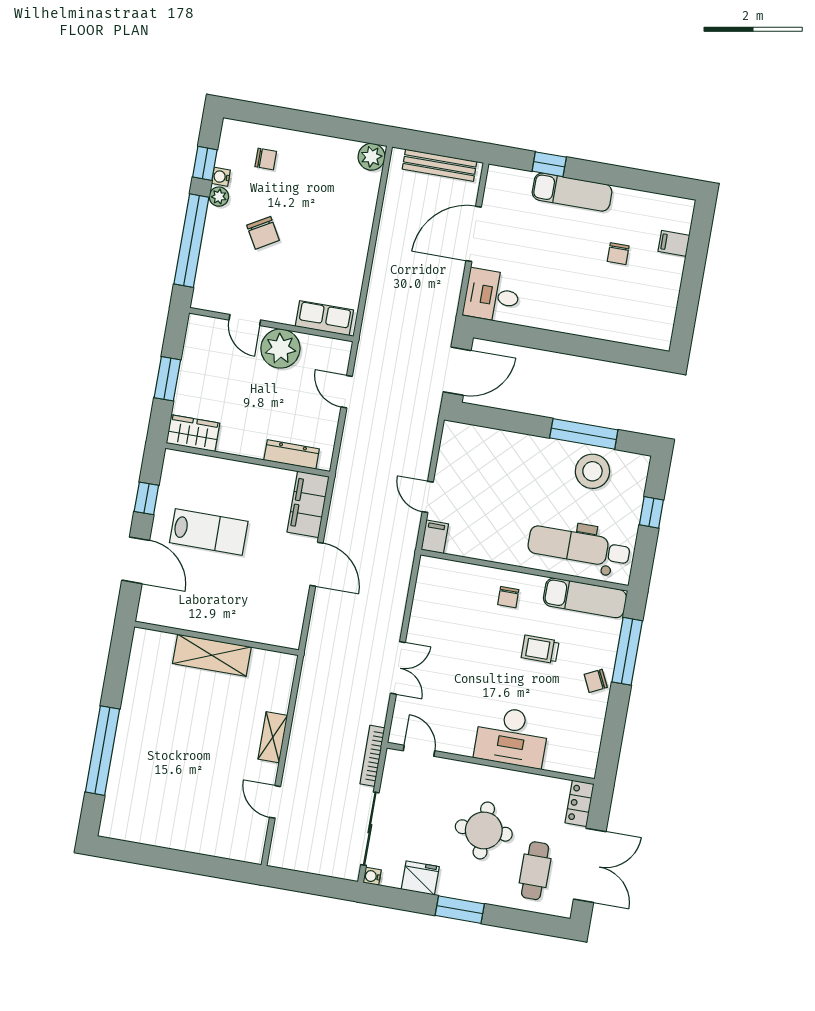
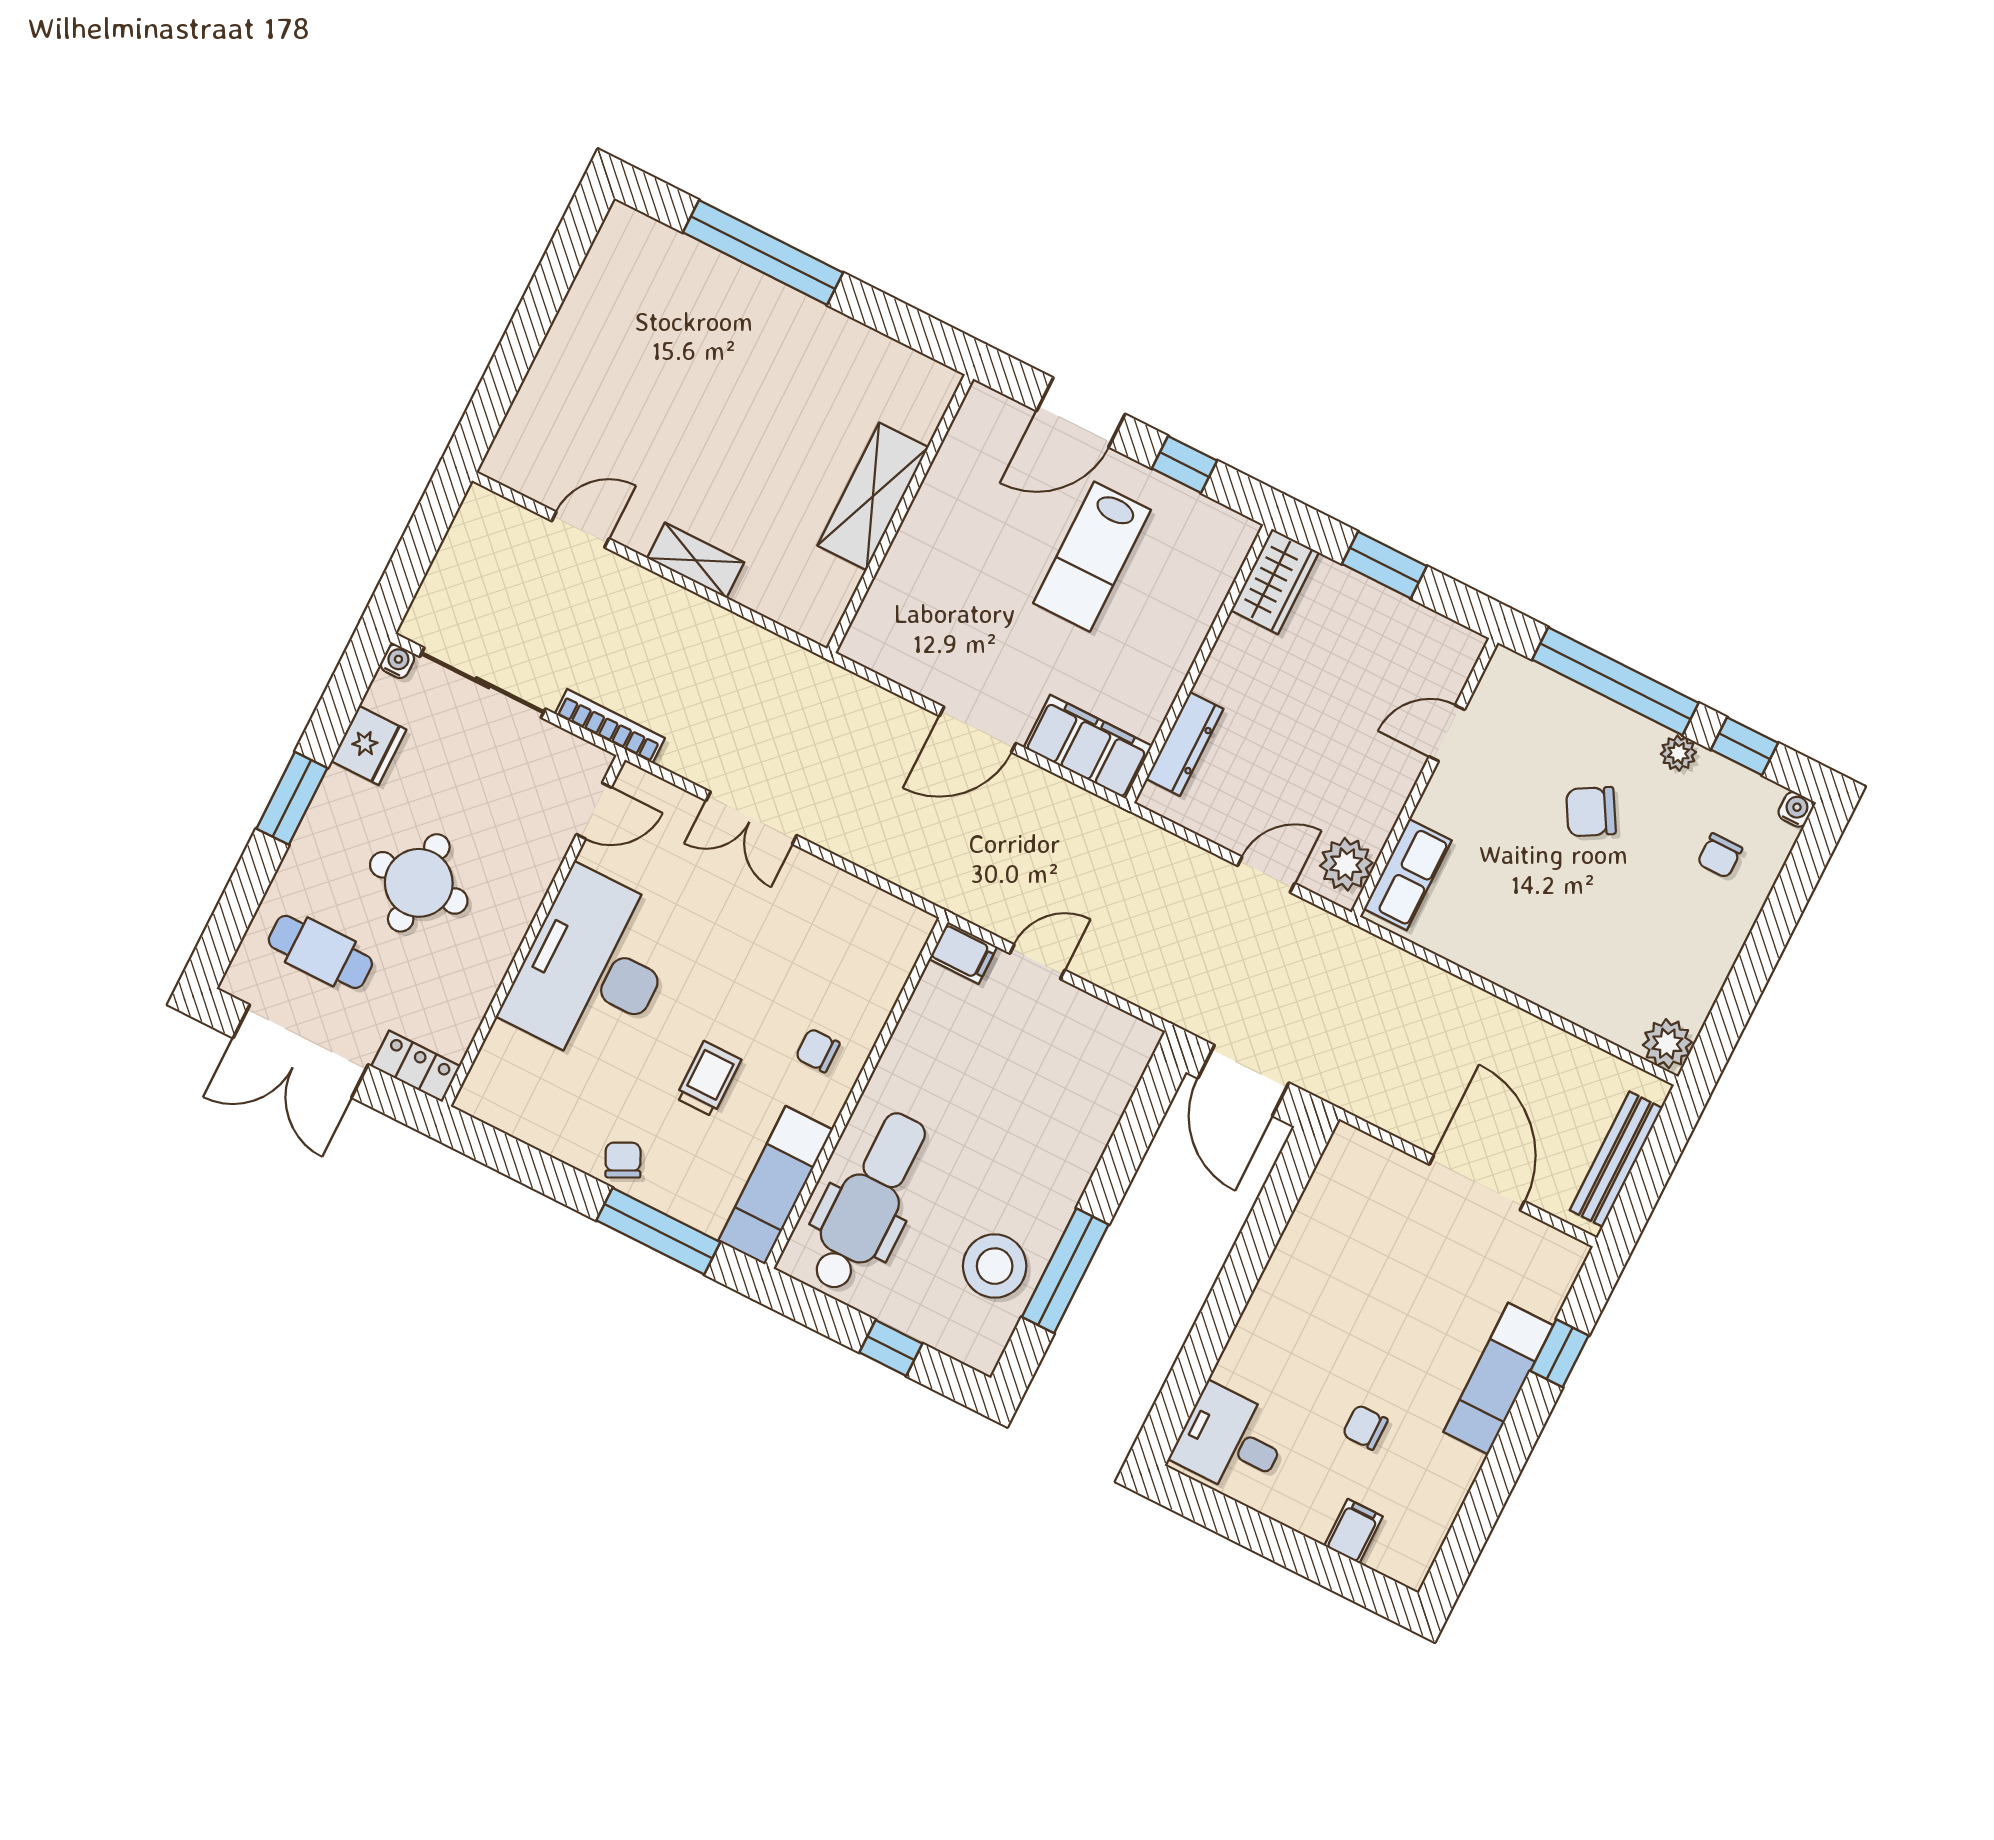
water cooler: (221, 177) -> (1796, 809), moved
desk: (492, 296) -> (1231, 1441), moved, turned -90
plant: (280, 349) -> (1346, 864), moved, width x0.73, depth x0.73
desk: (512, 737) -> (593, 968), width x1.36, depth x1.30

